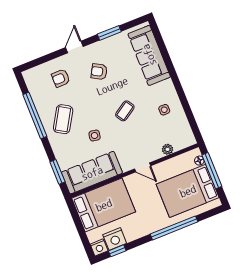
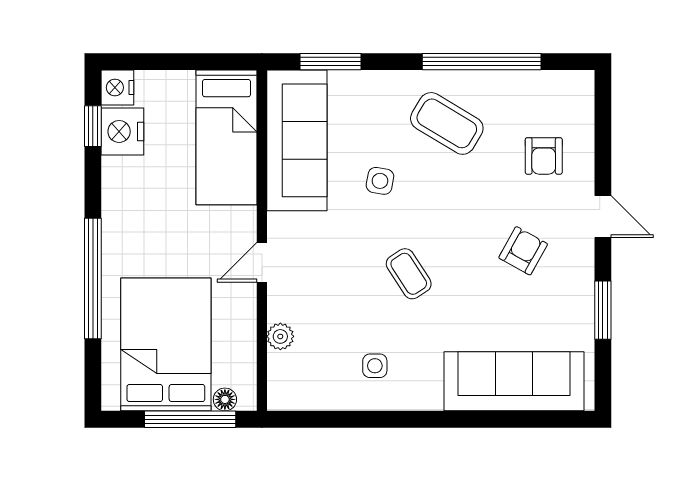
armchair: (61, 78) -> (544, 156), turned 180
bed: (104, 205) -> (227, 137), width x0.67

